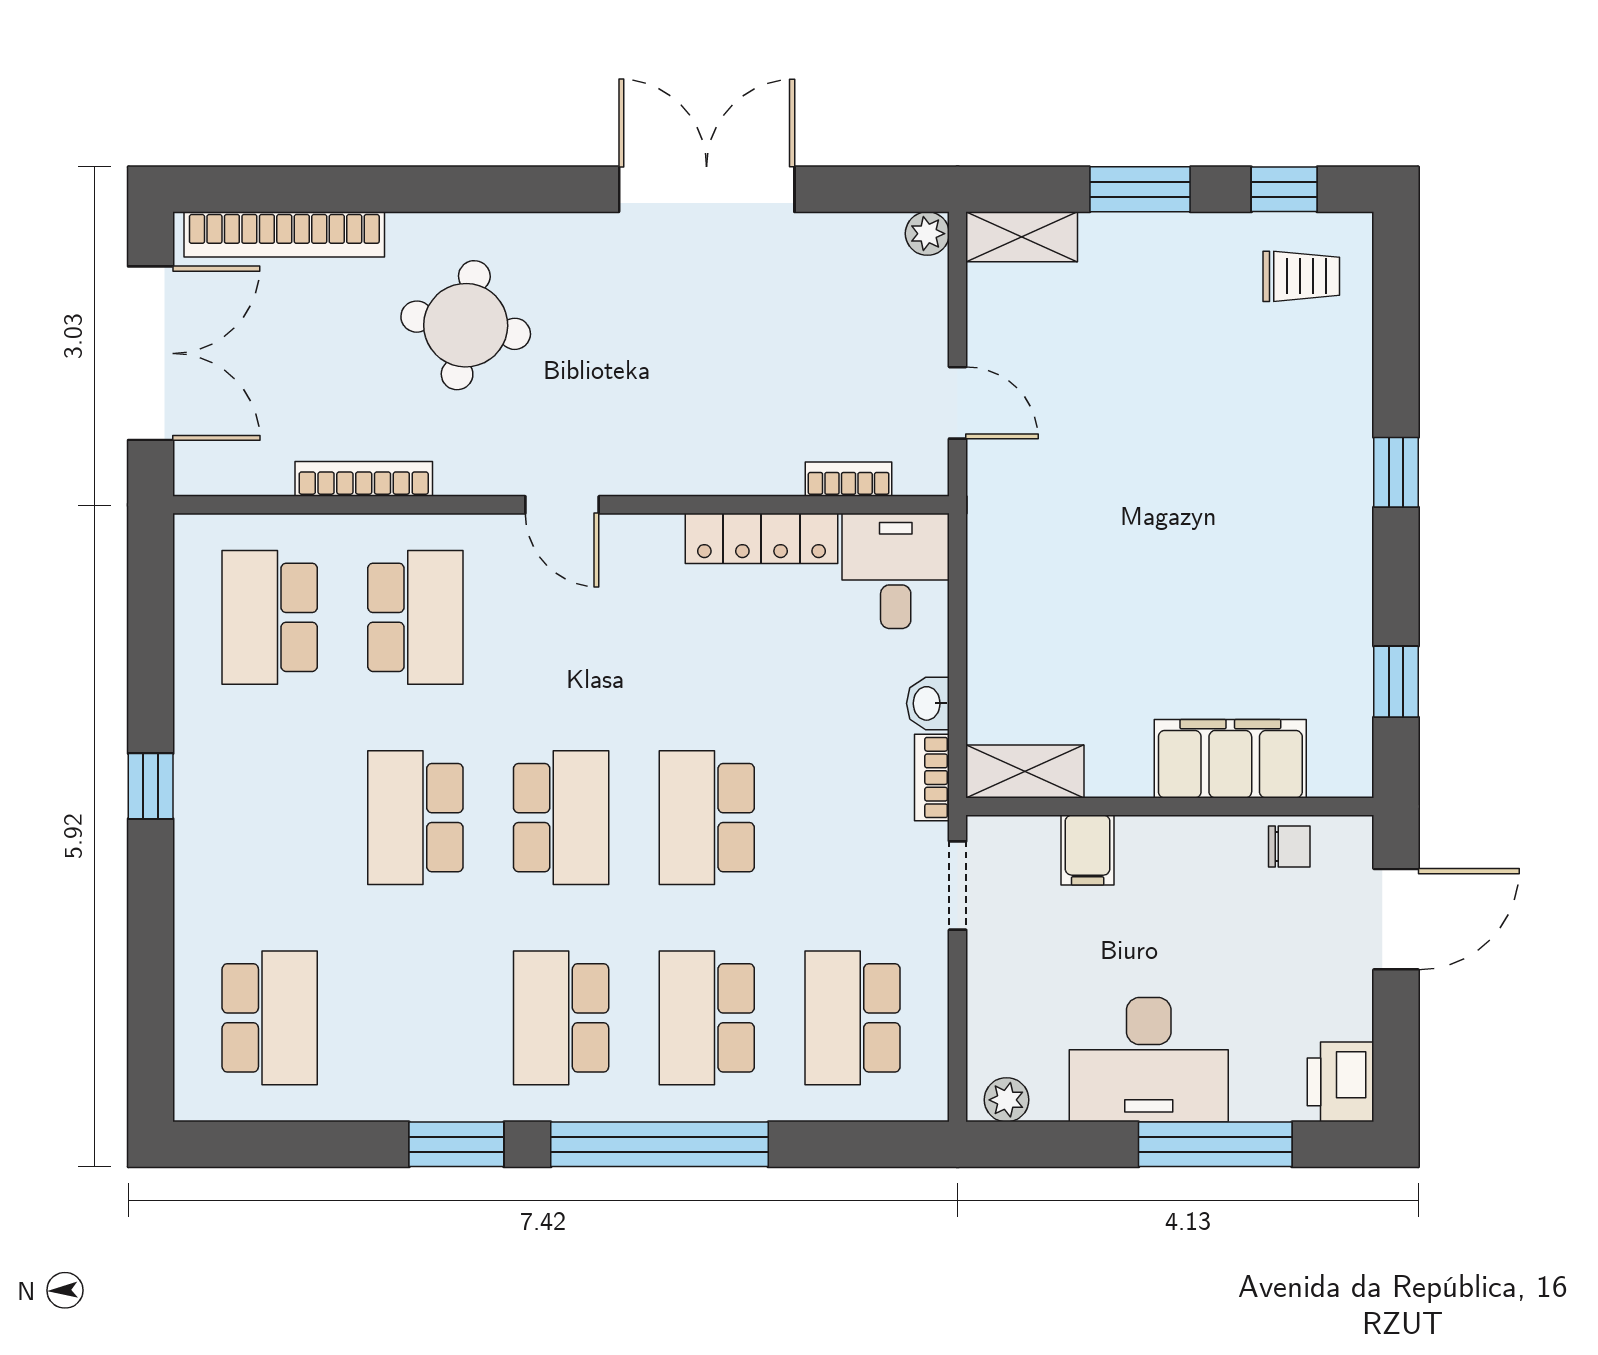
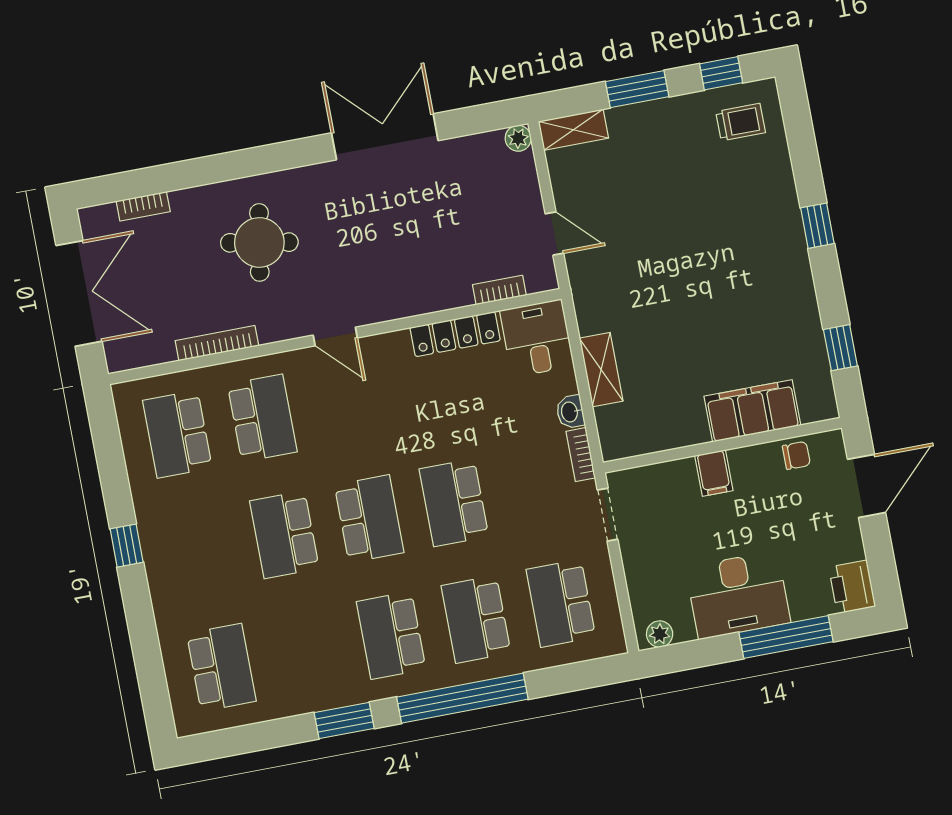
bookcase: (284, 234) -> (143, 206), width x0.43, depth x0.76
shelving: (1025, 772) -> (601, 370), moved, turned 90
filing cabinet: (1088, 850) -> (714, 473), moved

